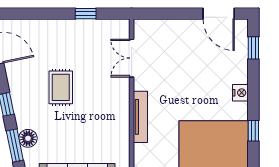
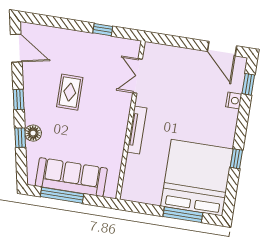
nightstand: (240, 93) -> (234, 100), moved
window: (15, 146) -> (20, 138), width x0.67

